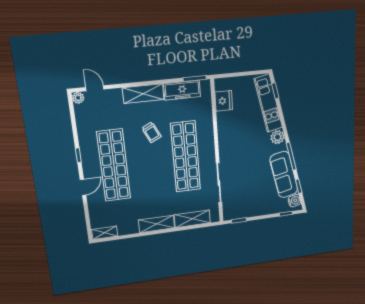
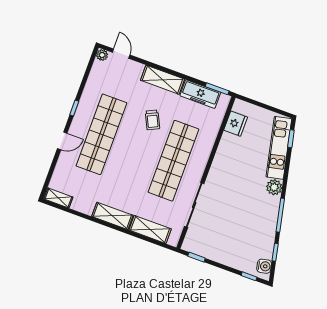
sofa: (284, 175) -> (264, 231), removed

